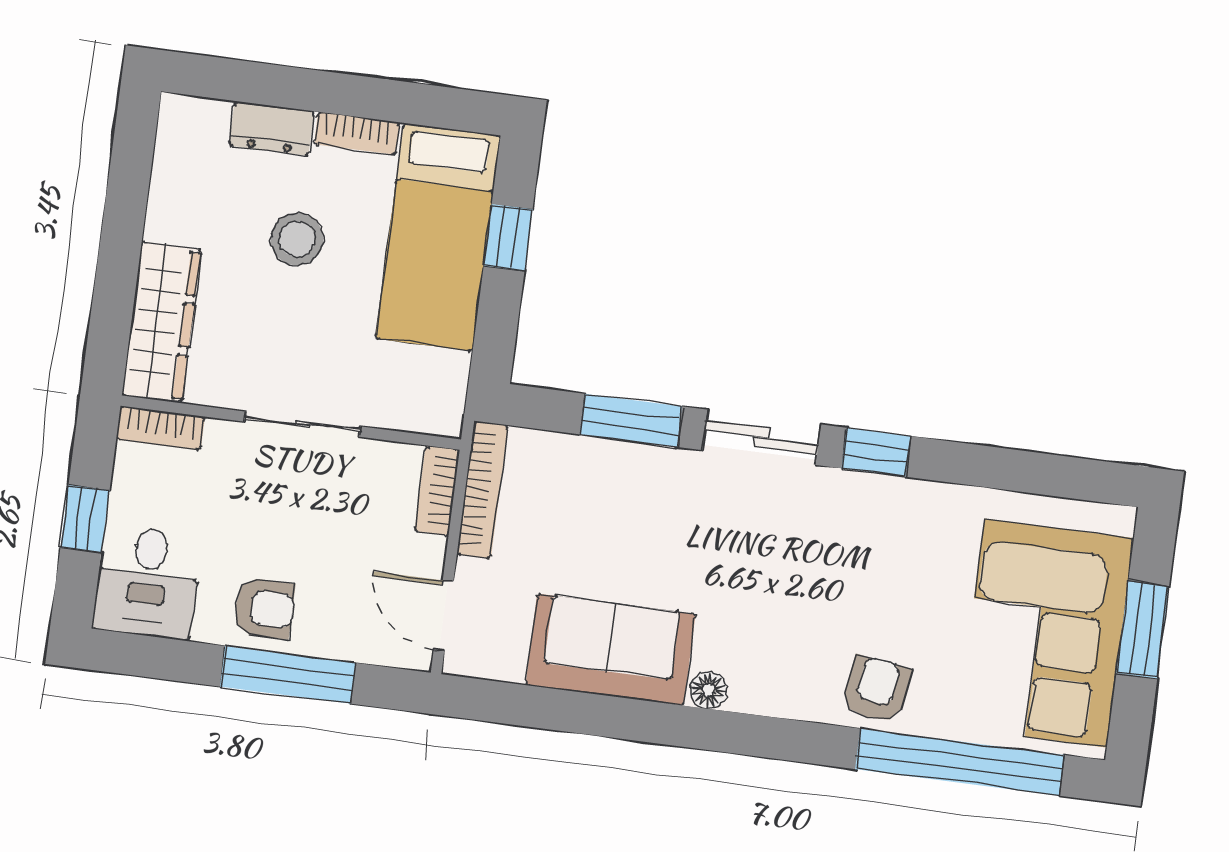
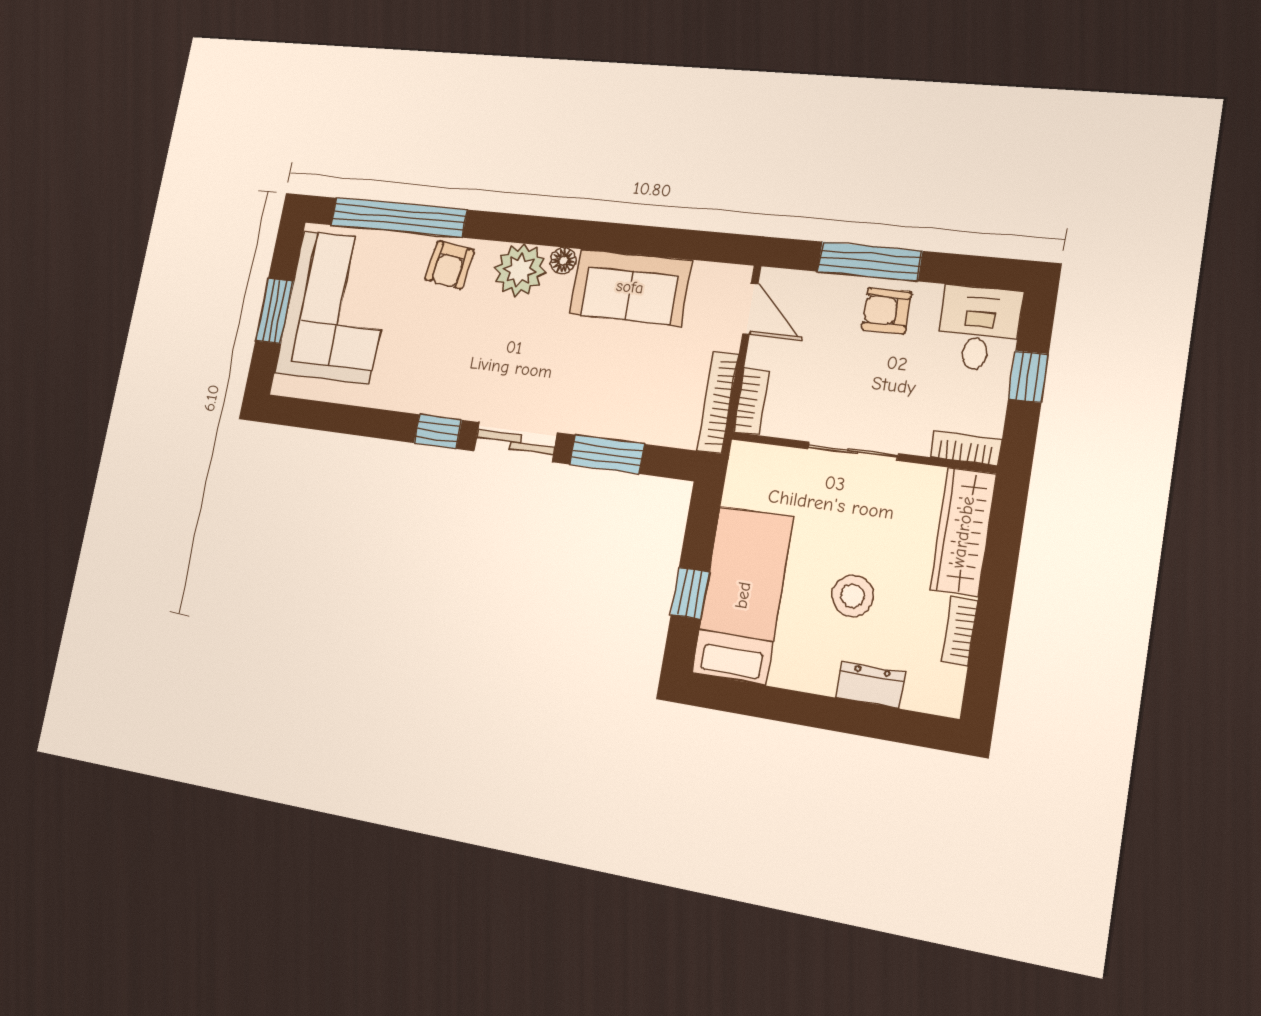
bookcase: (357, 133) -> (959, 631), moved, turned -90
plant: (771, 679) -> (520, 270), added

